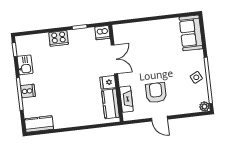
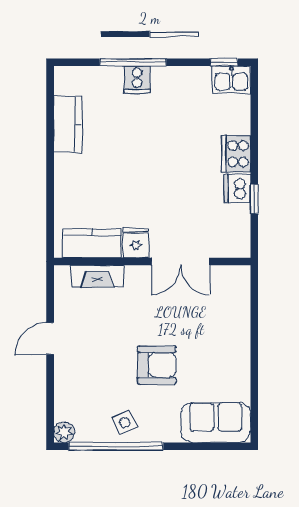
dishwasher: (102, 33) -> (237, 188), moved
kitchen sink: (25, 65) -> (231, 80), moved
armchair: (156, 93) -> (157, 365), moved
kitchen counter: (39, 124) -> (68, 124), moved

